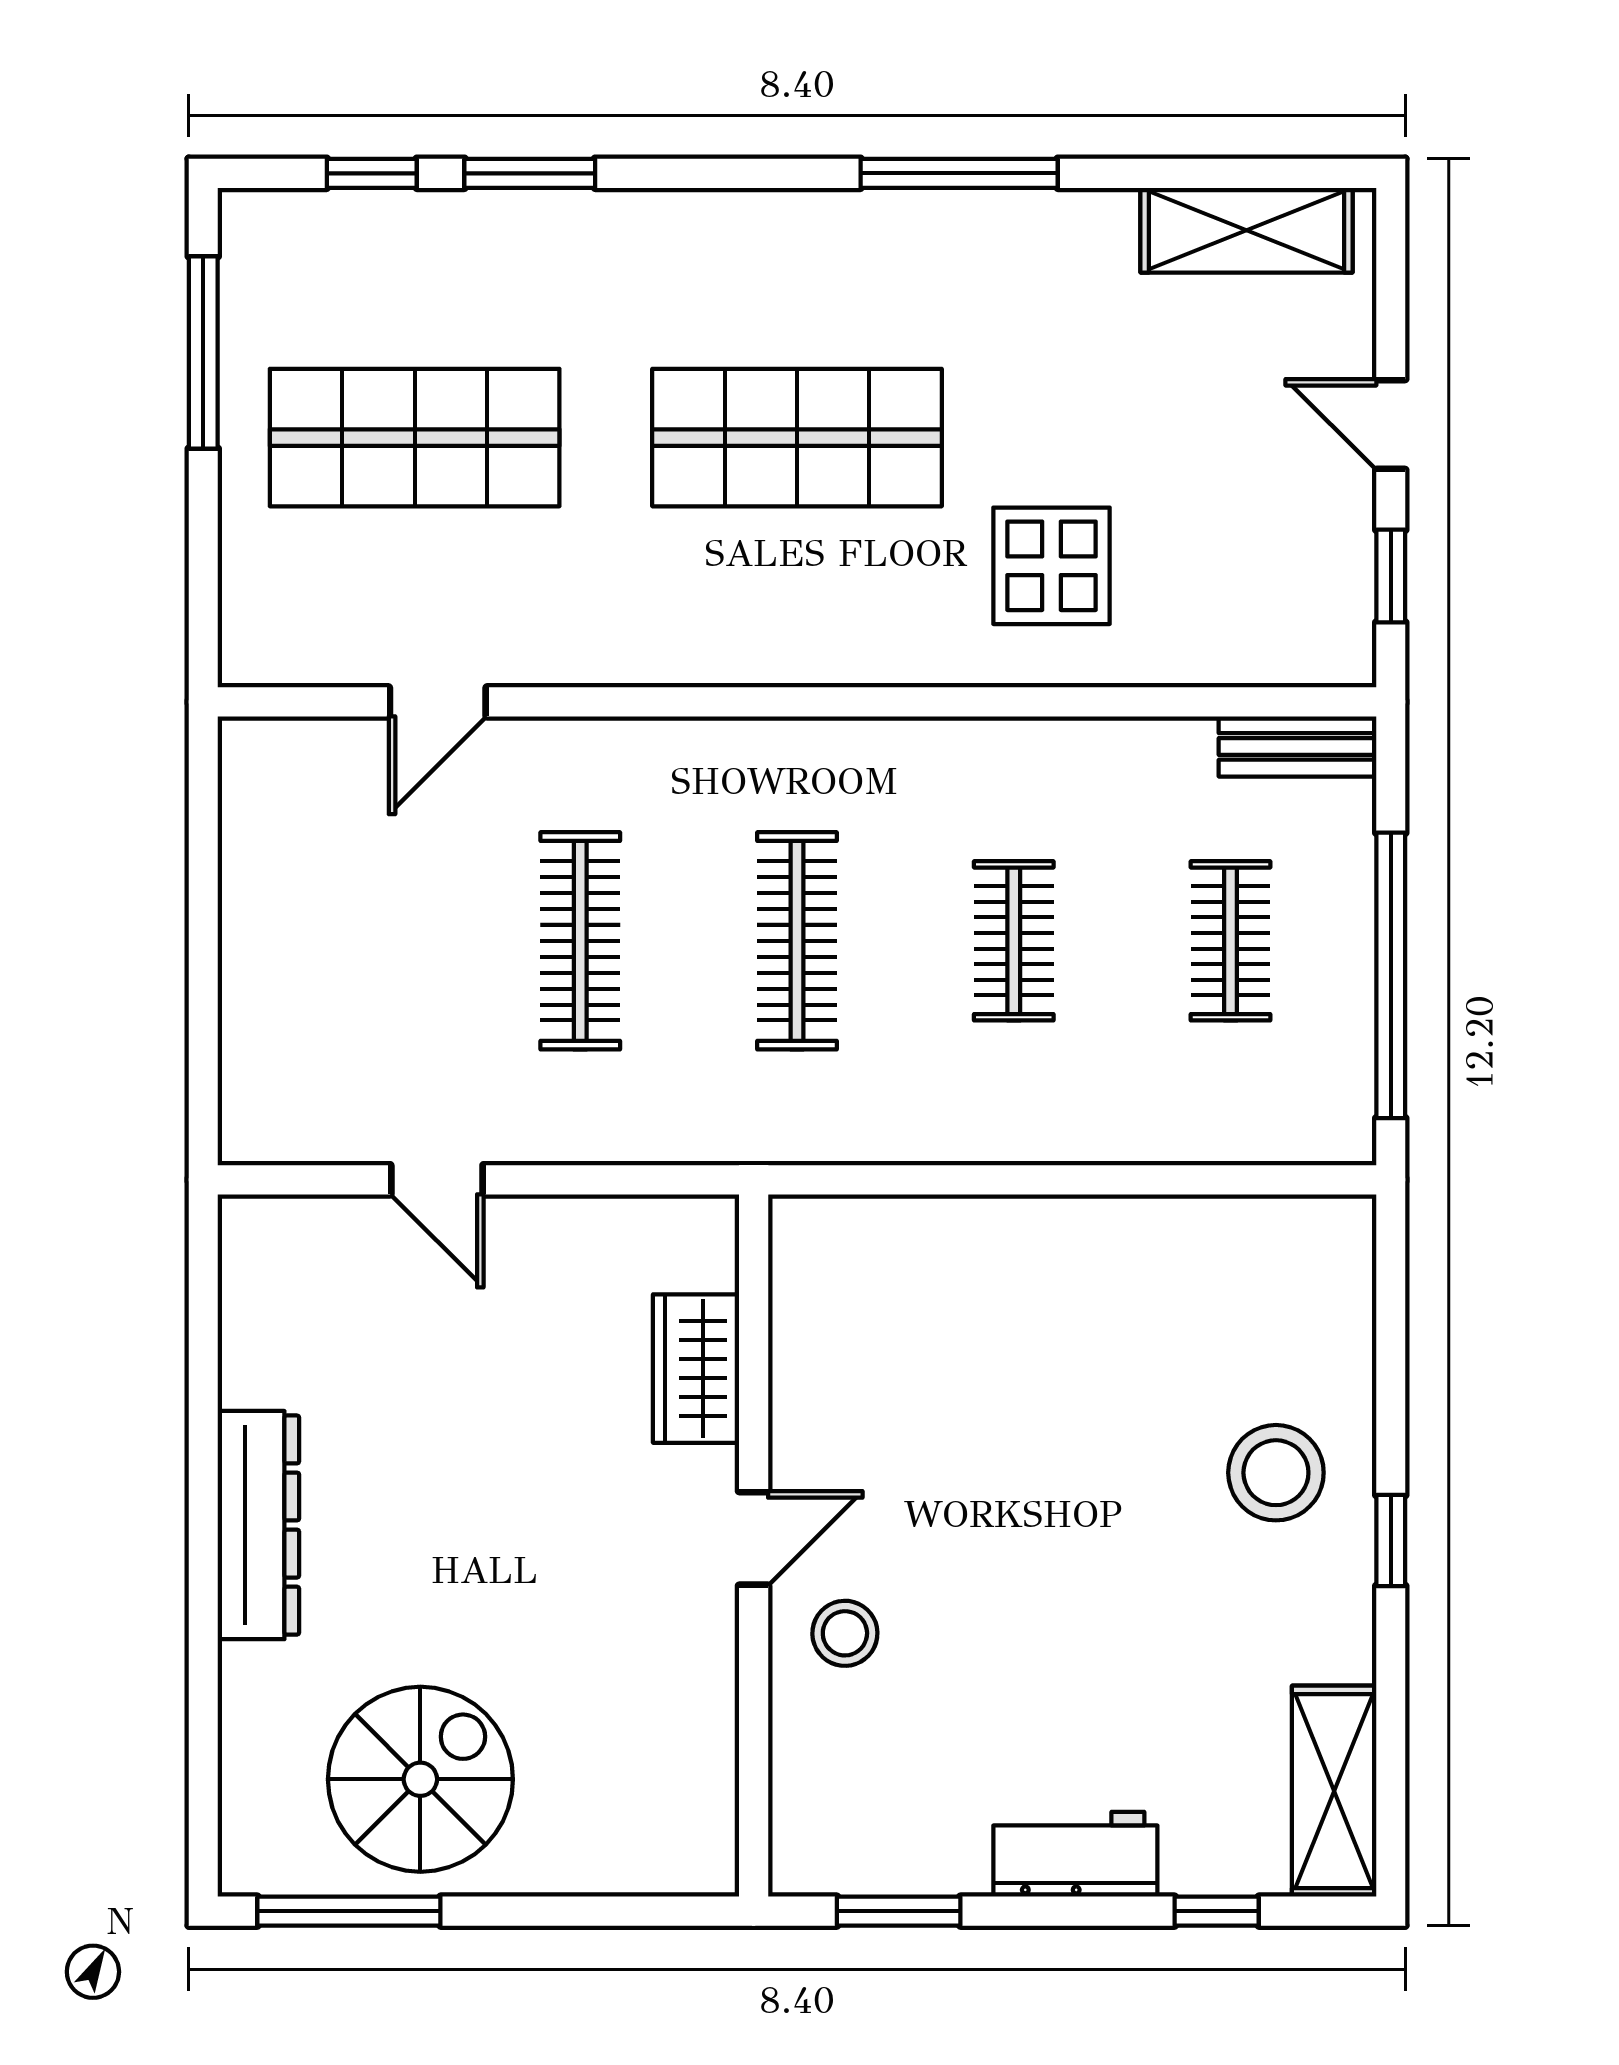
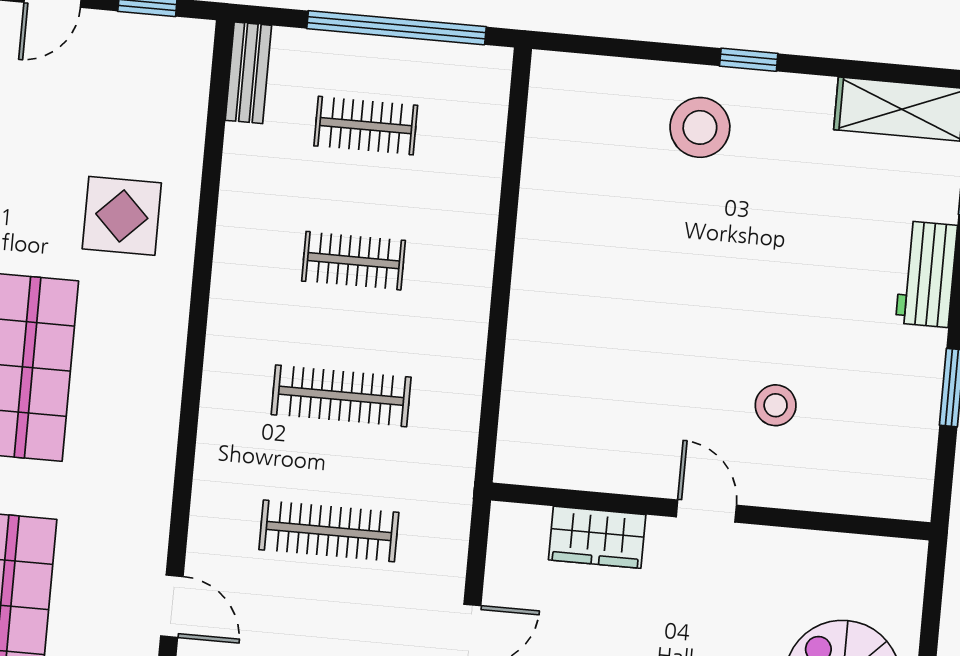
wardrobe: (696, 1369) -> (597, 537), moved
door: (754, 1538) -> (706, 511), moved
wall: (754, 1545) -> (711, 511), moved

